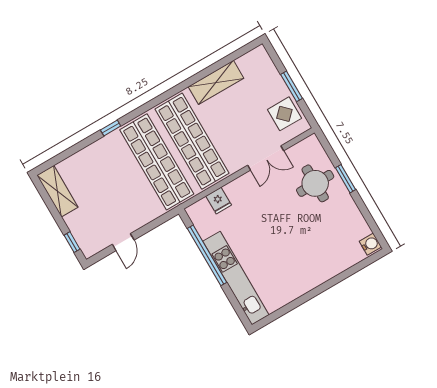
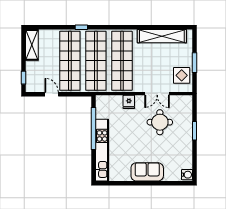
shelving: (216, 82) -> (162, 36), width x1.47
shop shelf: (121, 182) -> (70, 61), added
round table: (315, 183) -> (160, 122), moved
fridge: (219, 201) -> (129, 102), moved
door: (123, 242) -> (52, 94), swing flipped
sofa: (314, 272) -> (147, 172), added

